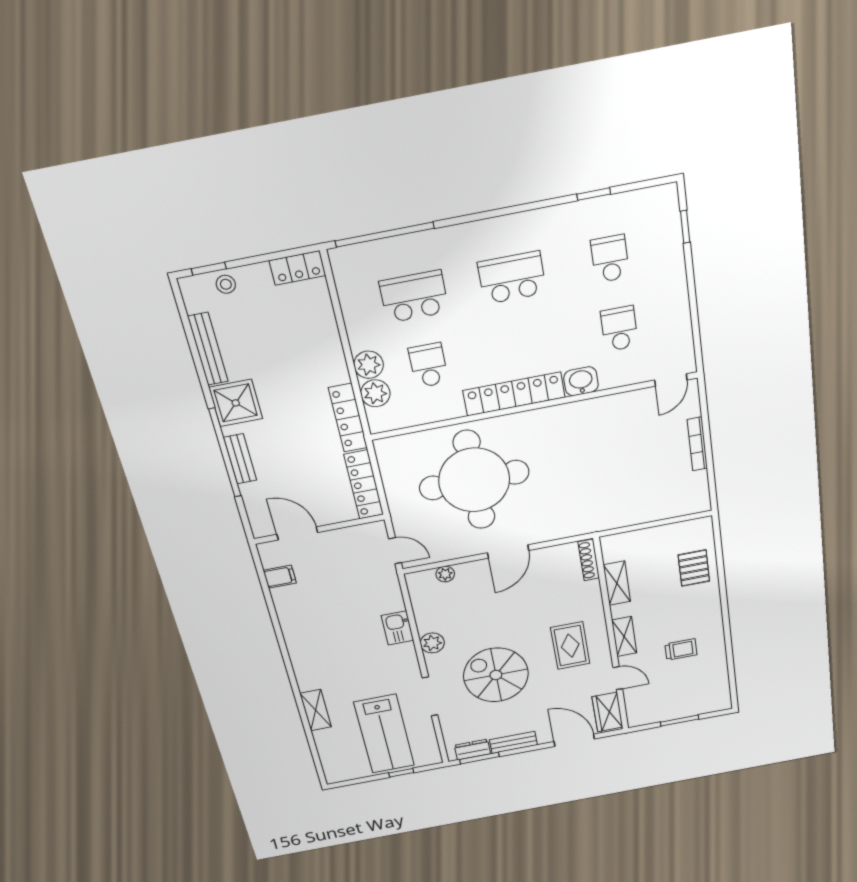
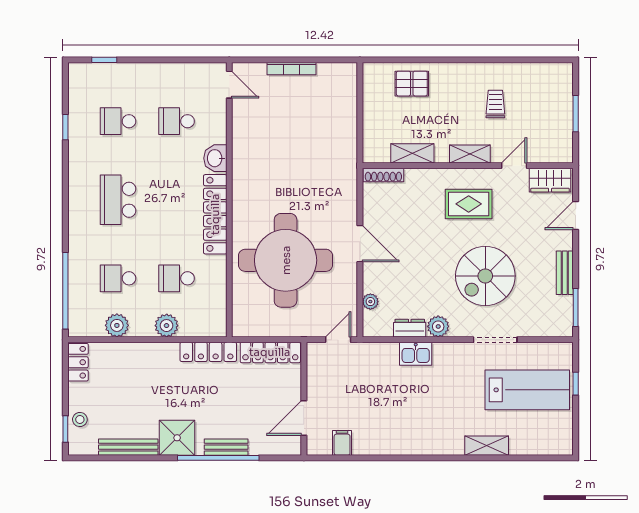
school desk: (414, 297) -> (118, 278), width x0.54
plant: (375, 393) -> (117, 325), moved
door: (574, 740) -> (576, 216), width x0.73
dresser: (472, 750) -> (410, 328), moved, turned 90

